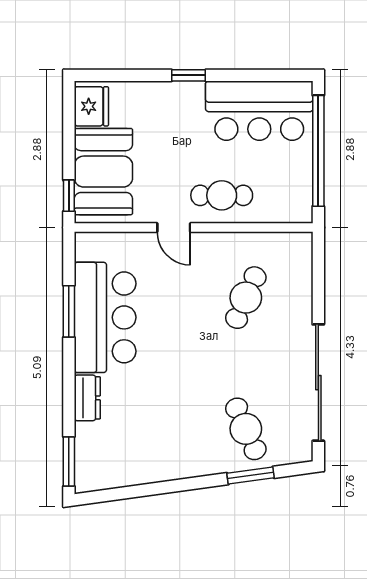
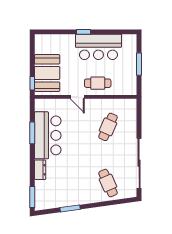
fridge: (91, 106) -> (42, 45), removed
bar counter: (259, 111) -> (98, 47), moved
window: (318, 151) -> (139, 64), width x0.47
window: (251, 475) -> (70, 208), moved

